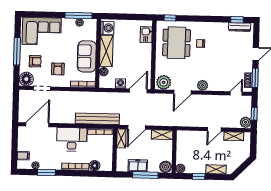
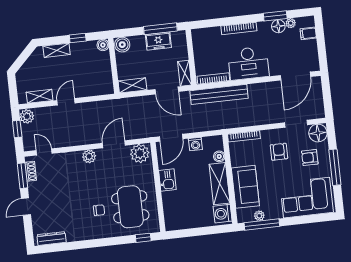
window: (237, 20) -> (56, 248), removed
kitchen sink: (146, 35) -> (167, 180), moved
sofa: (87, 56) -> (245, 187), moved
door: (236, 93) -> (44, 152), swing flipped
door: (137, 127) -> (167, 90), swing flipped
floor lamp: (95, 166) -> (278, 26), moved
window: (145, 175) -> (160, 29), moved

